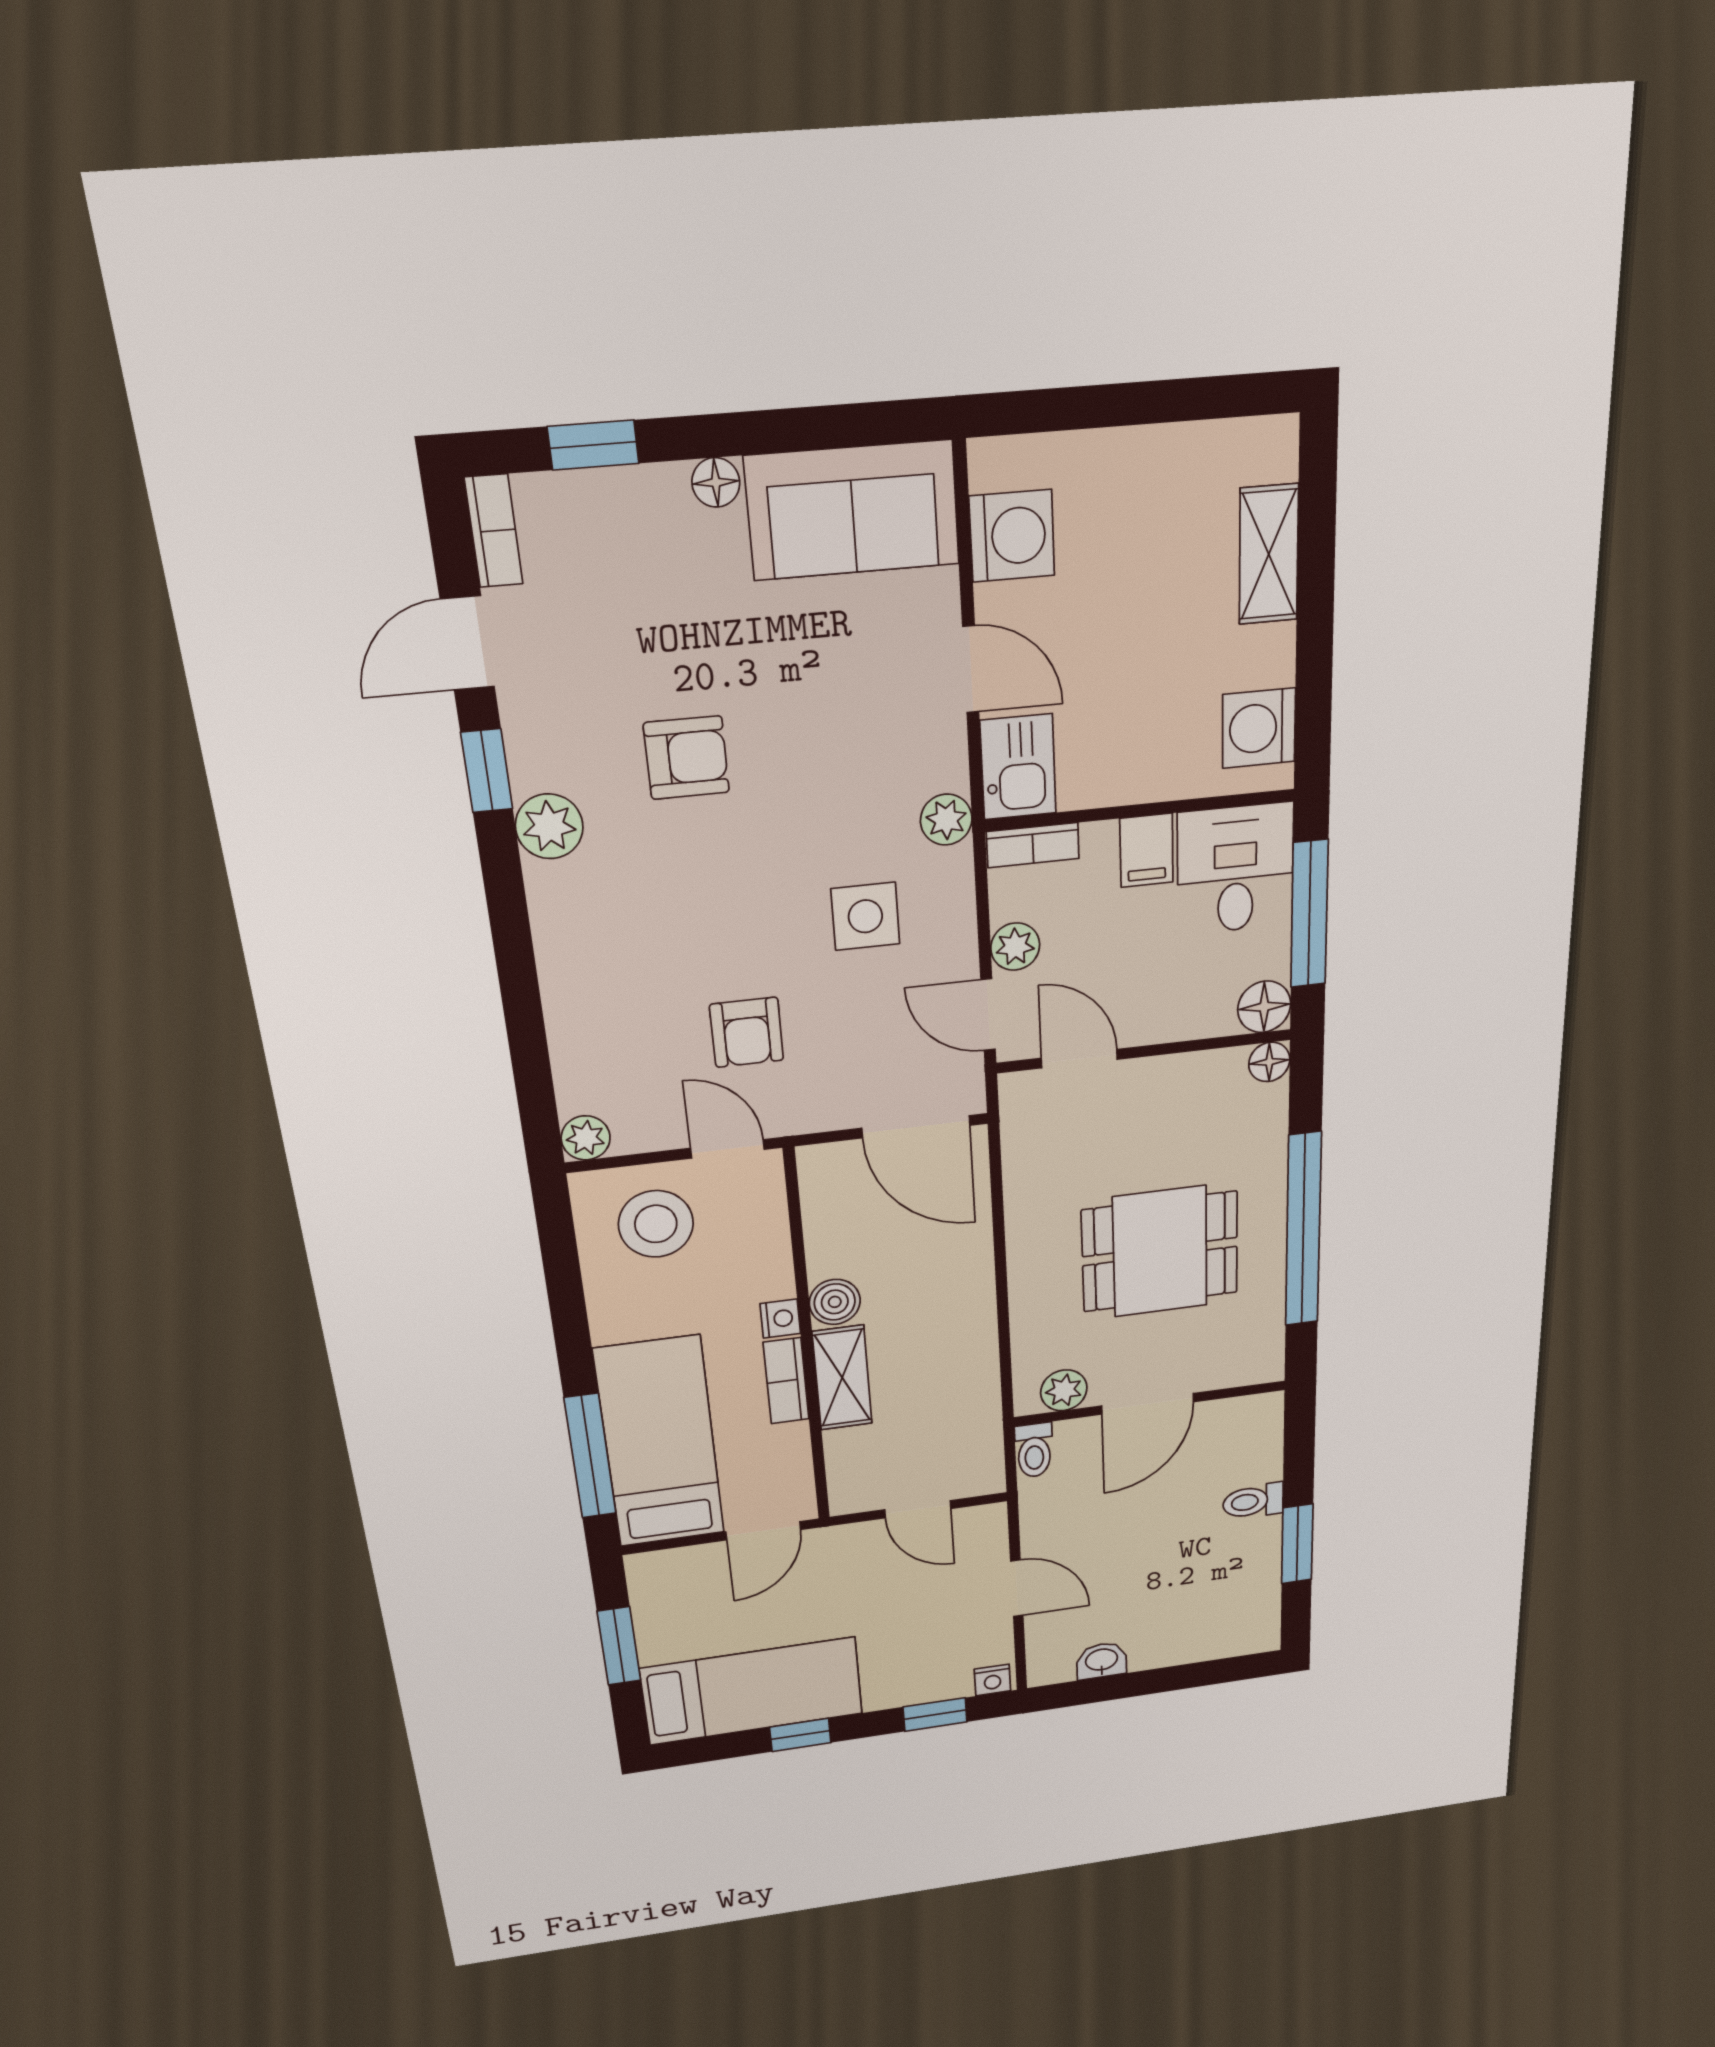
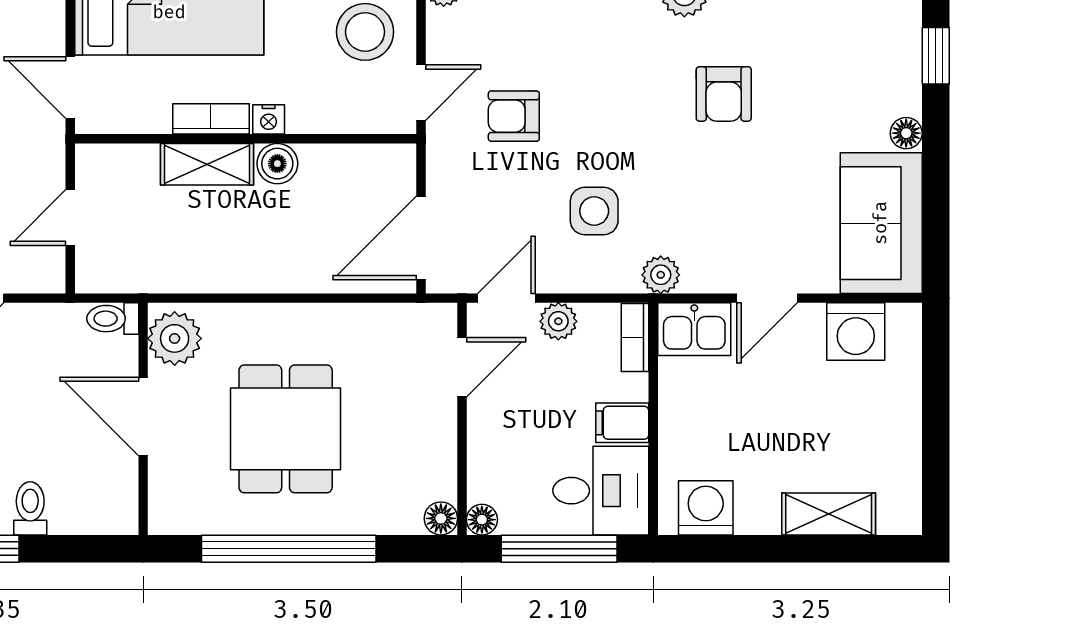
floor lamp: (1264, 1007) -> (482, 520), width x0.73, depth x0.73
plant: (1064, 1390) -> (175, 338), width x1.38, depth x1.38

